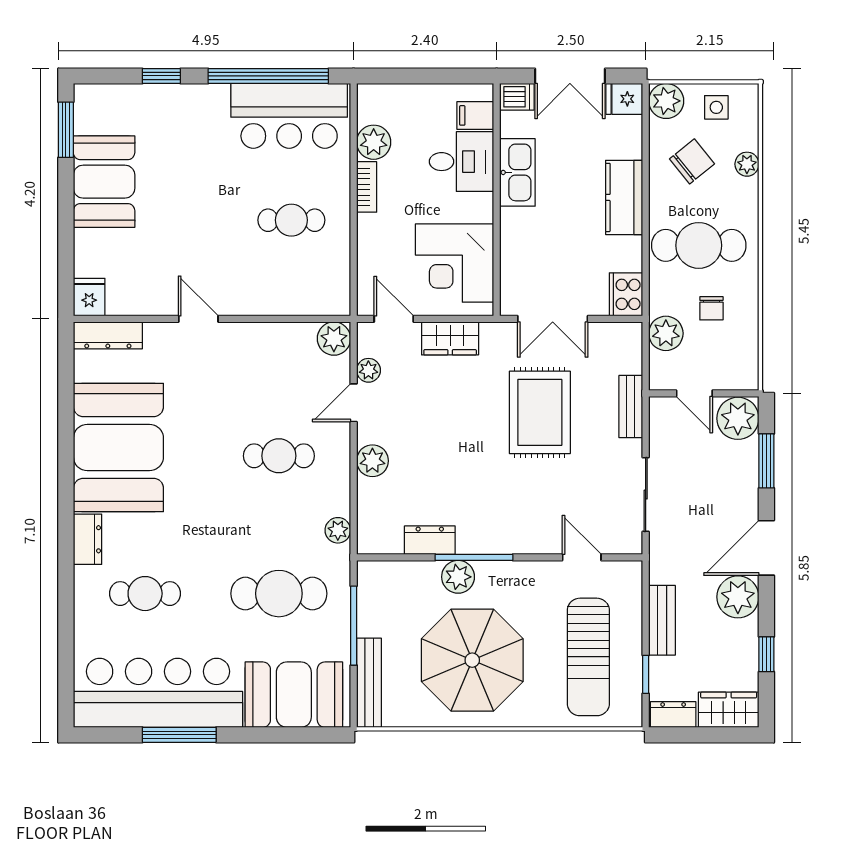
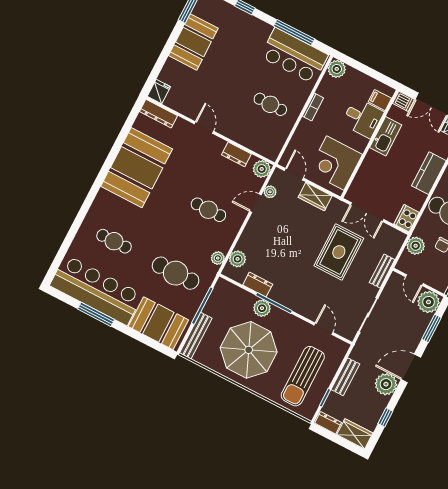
window: (268, 76) -> (294, 32), width x0.68
plant: (374, 142) -> (337, 69), moved
plant: (372, 461) -> (238, 259), moved
dresser: (87, 539) -> (236, 154), moved, turned 90

